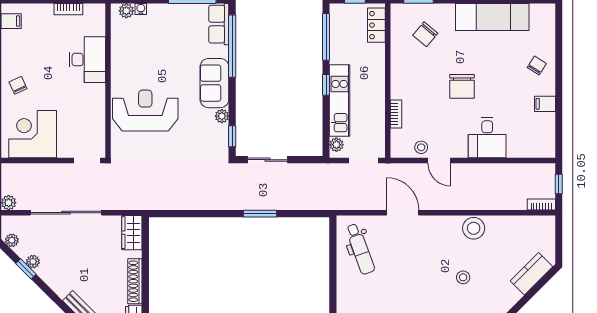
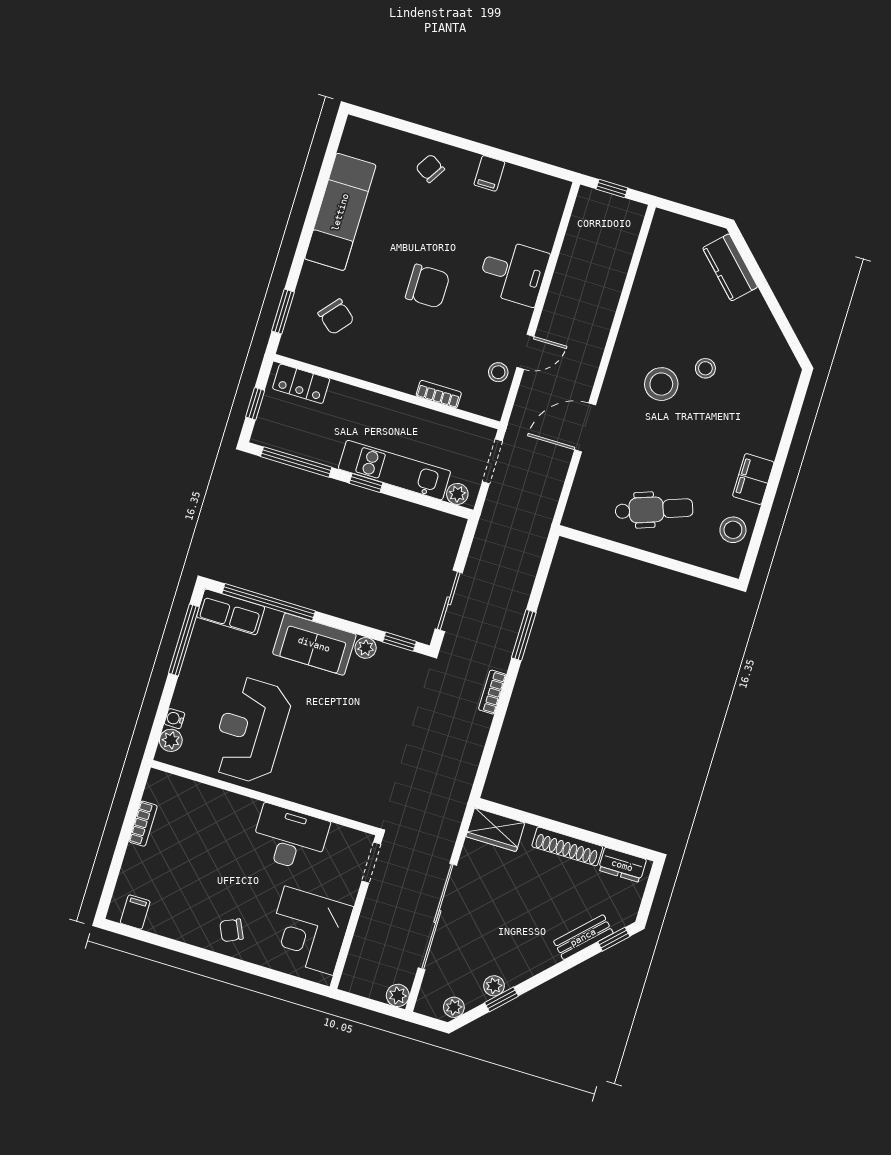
desk: (87, 60) -> (290, 838), moved
reception desk: (145, 111) -> (251, 730), moved
bookcase: (541, 205) -> (492, 692), moved
stool: (474, 228) -> (661, 384), moved
dental chair: (360, 249) -> (654, 509), moved

